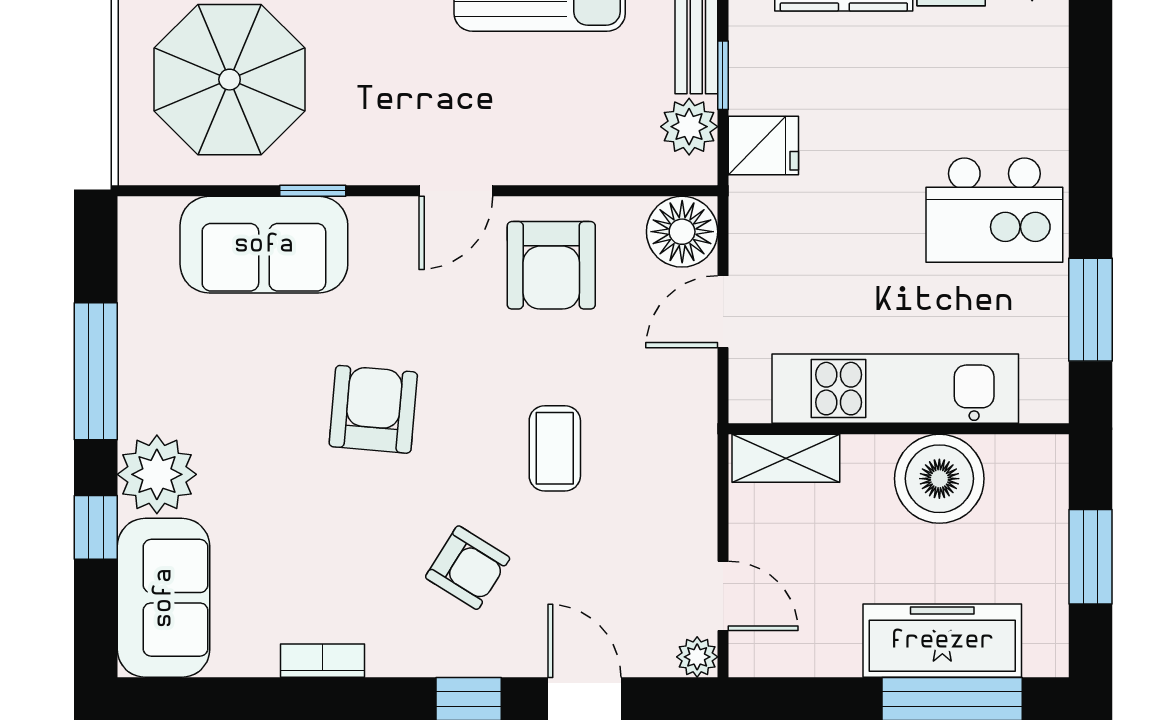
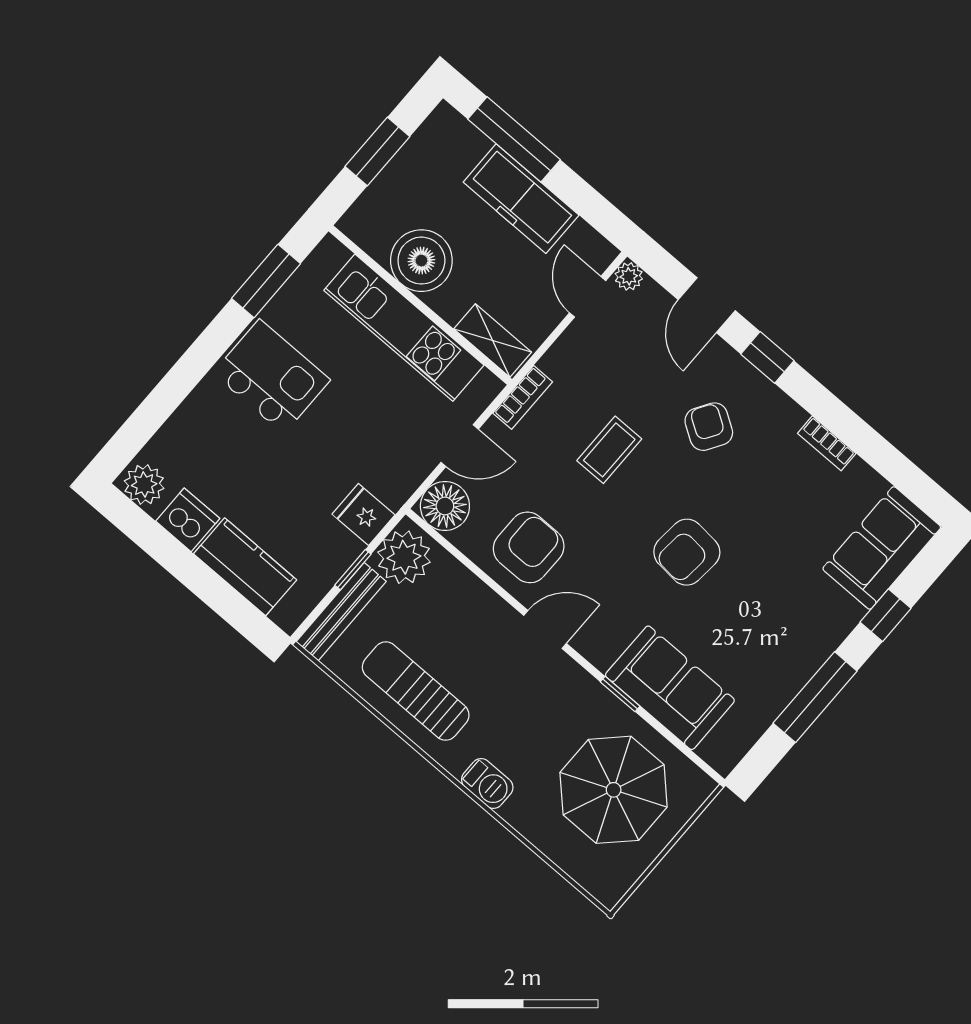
plant: (689, 127) -> (404, 557), width x1.36, depth x1.36
bookcase: (699, 424) -> (523, 397), added
plant: (157, 474) -> (830, 616), removed
freezer: (942, 641) -> (521, 199), moved

